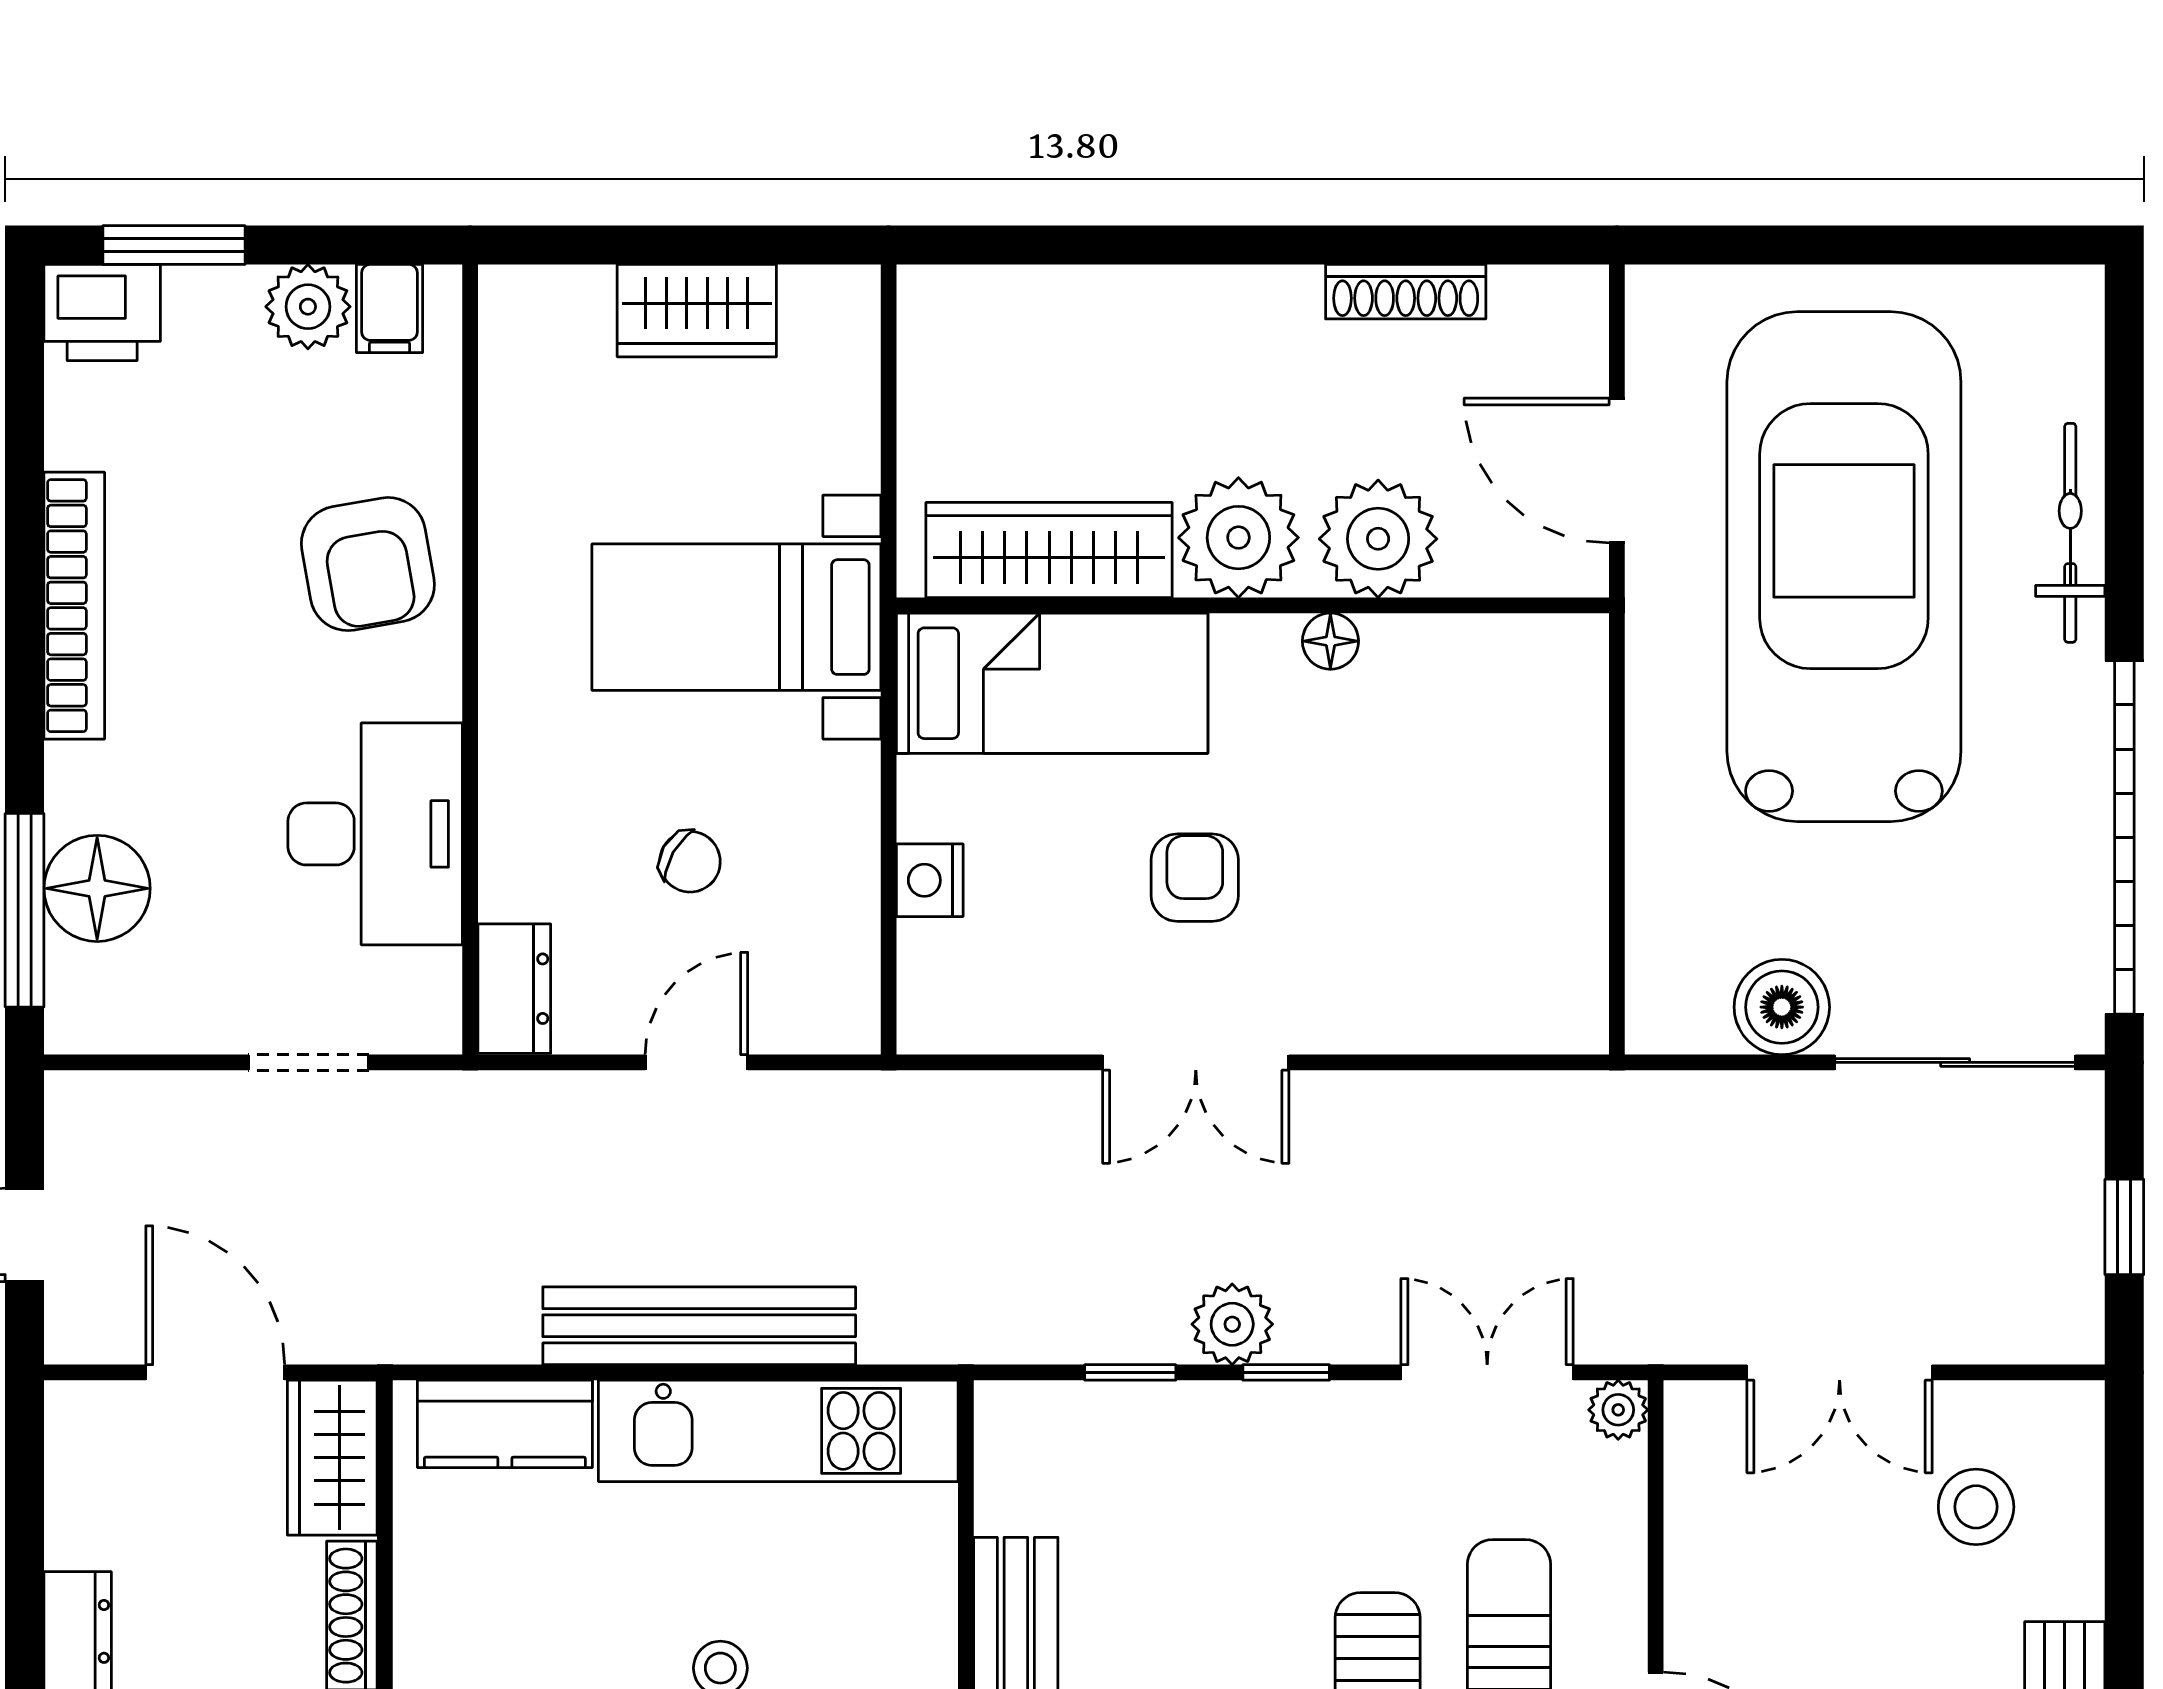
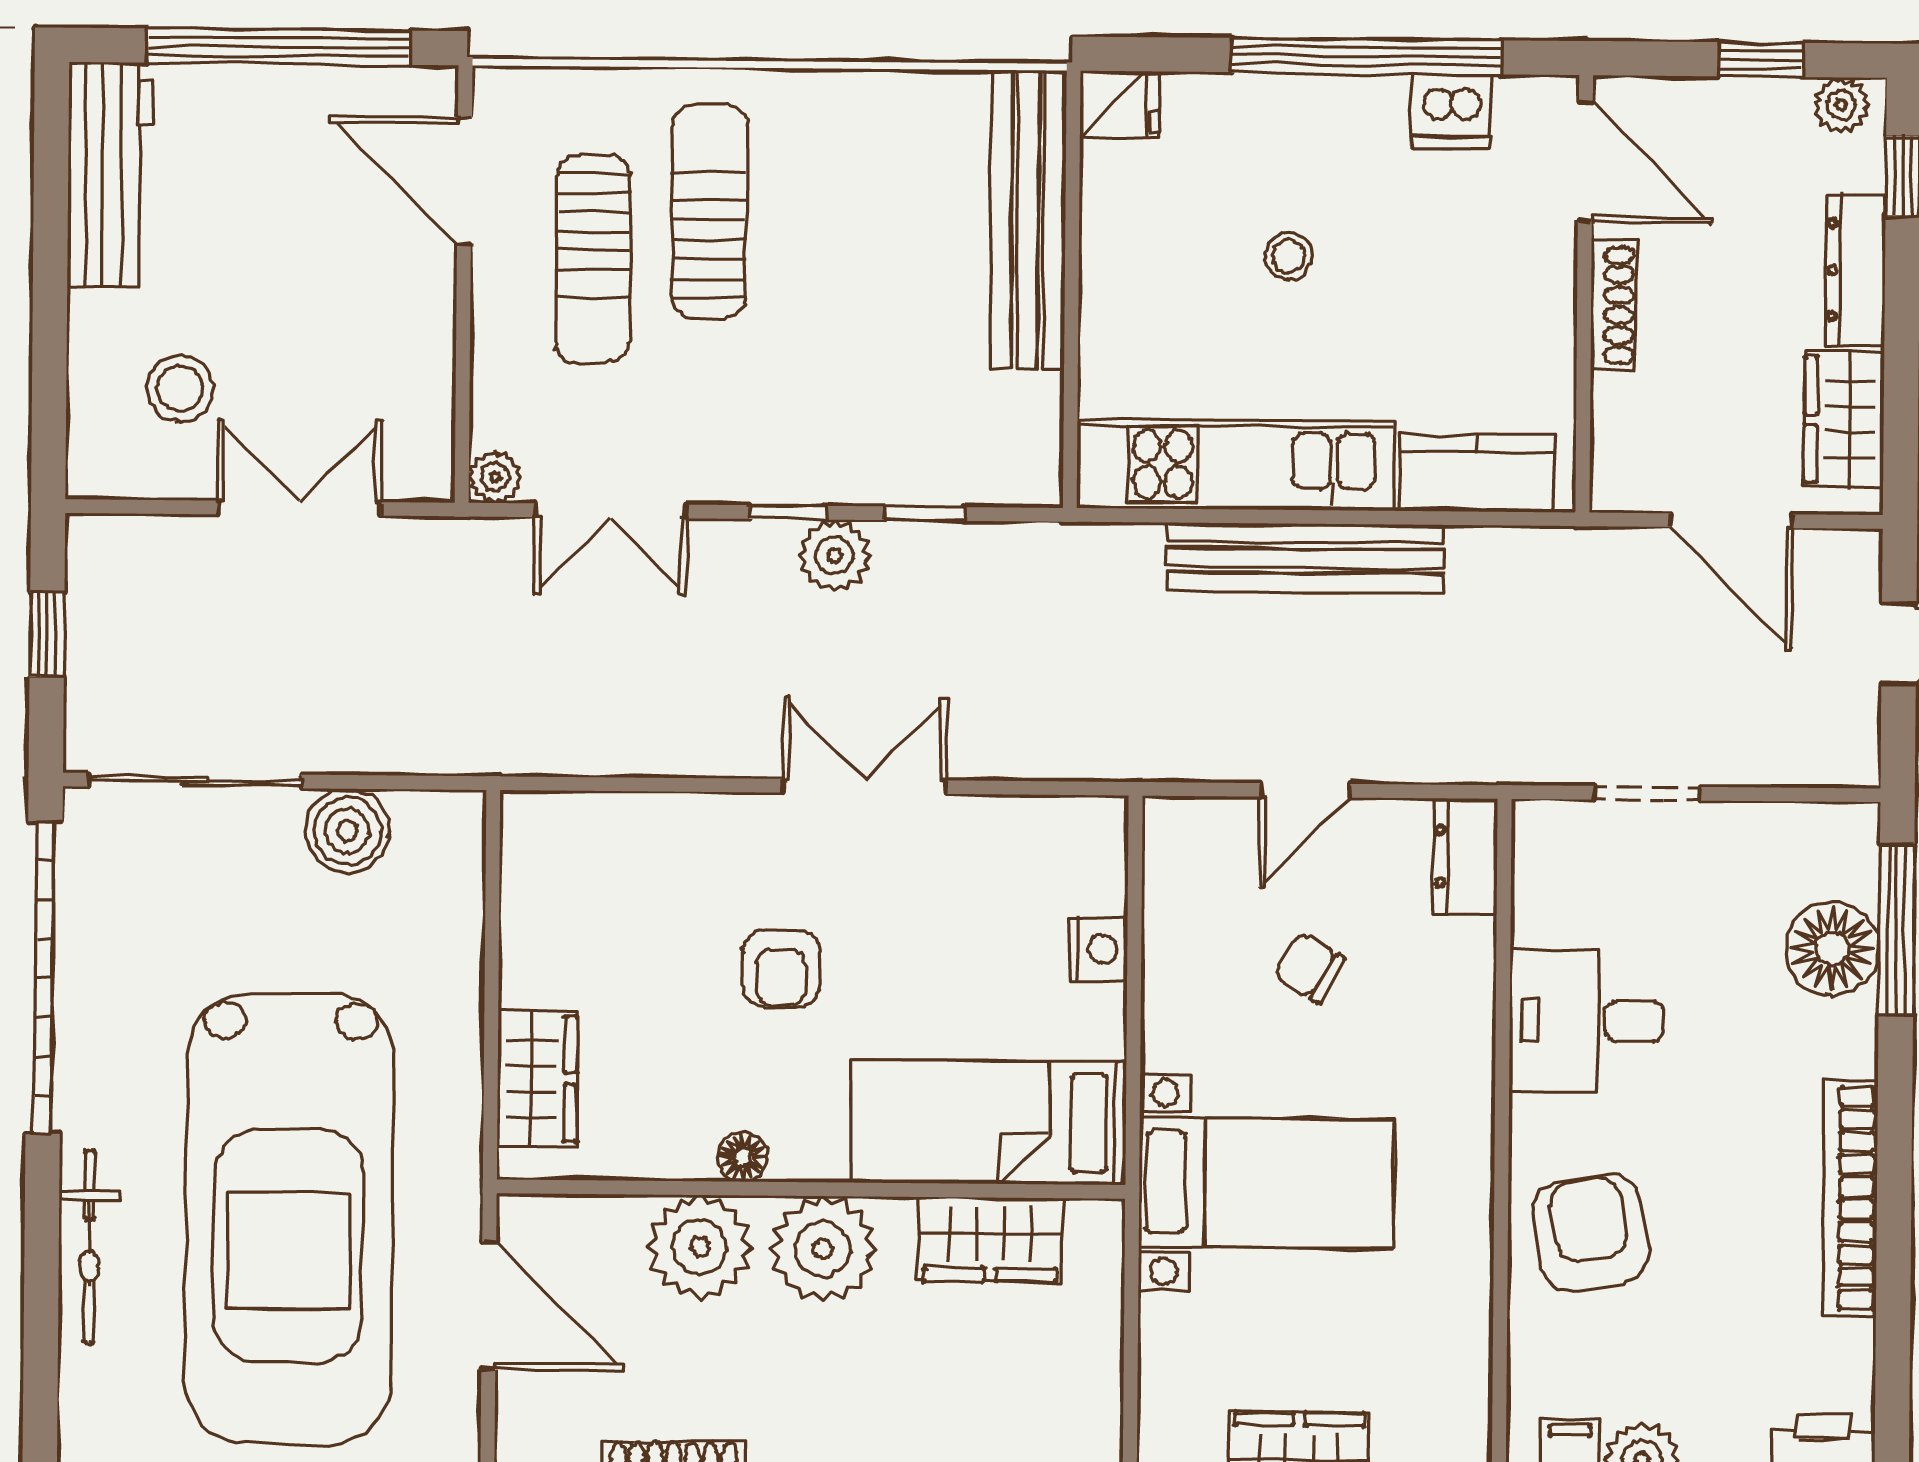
wardrobe: (1049, 550) -> (990, 1240), width x0.67
wardrobe: (1564, 728) -> (537, 1079), added
desk: (375, 834) -> (1586, 1021), width x0.73
armchair: (1195, 878) -> (781, 968), moved
wardrobe: (332, 1458) -> (1844, 420), moved, turned 180

